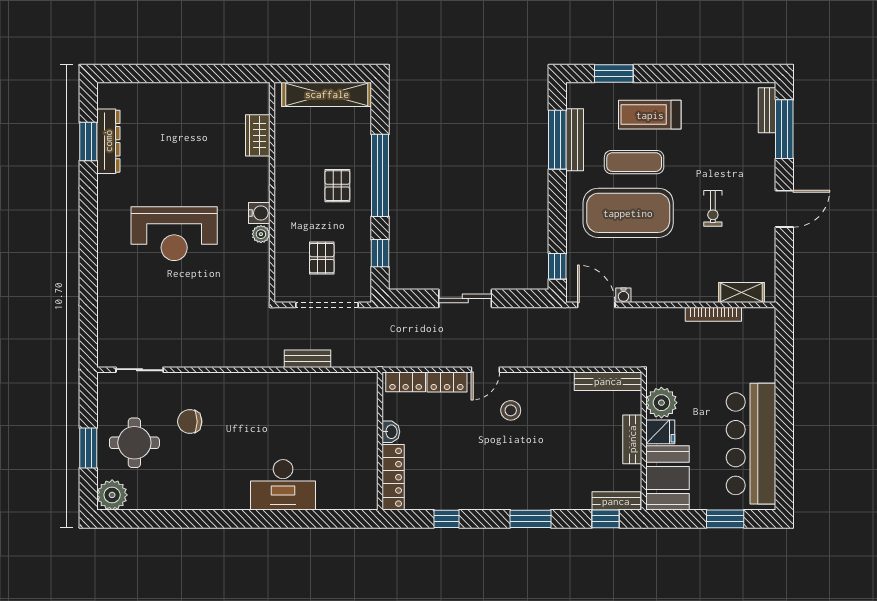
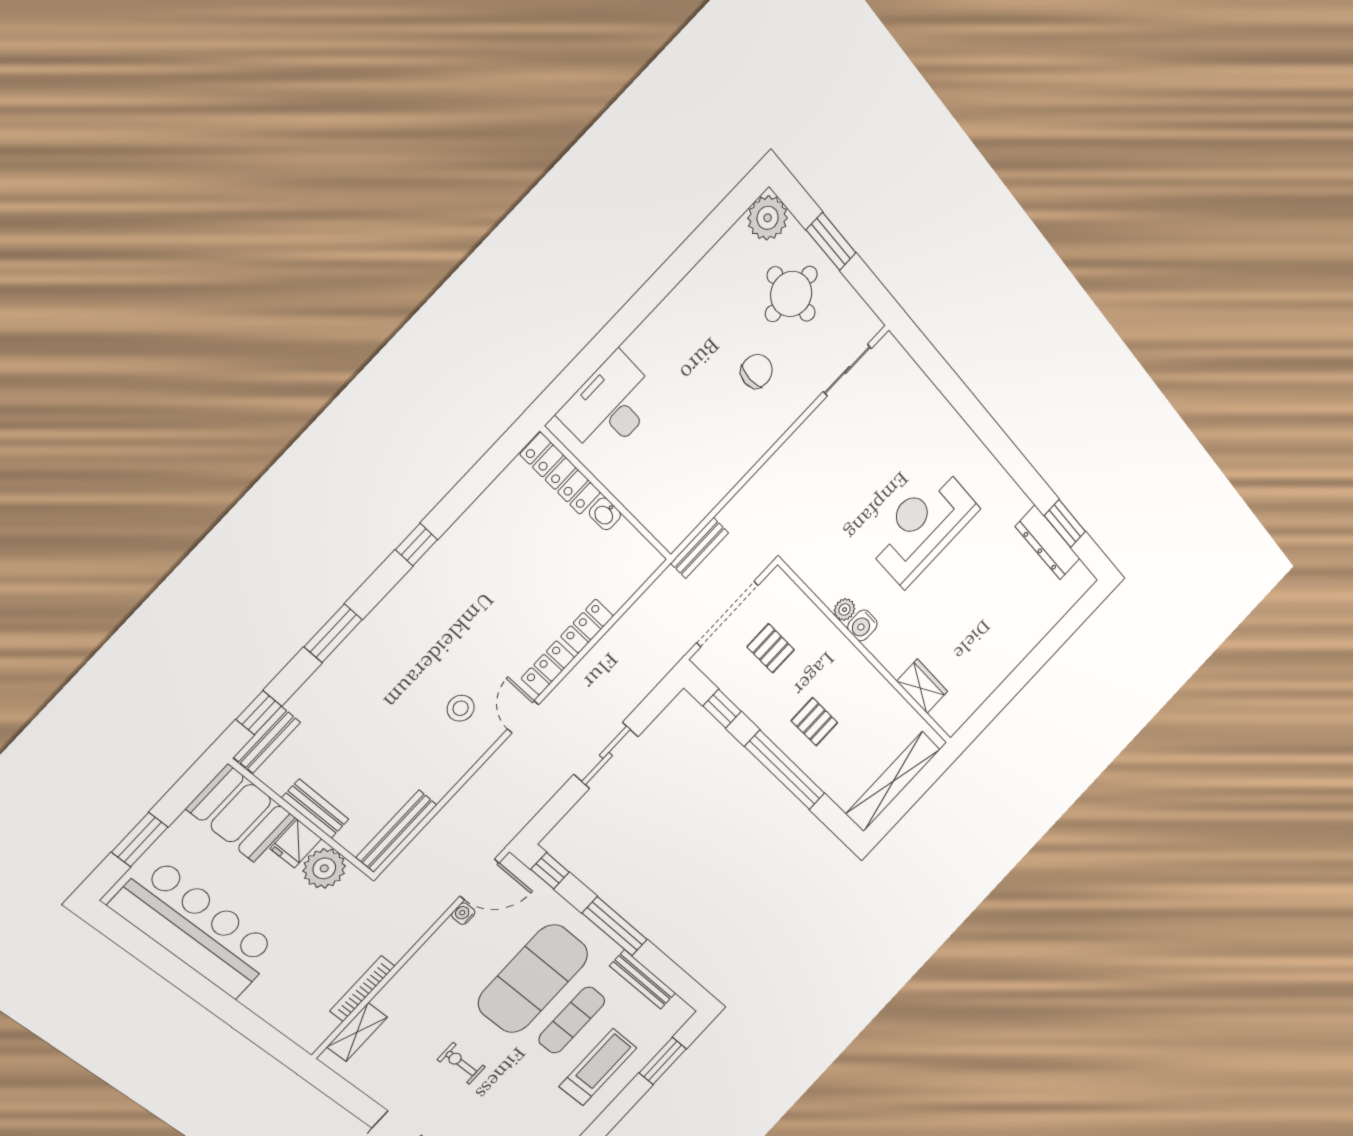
window: (557, 140) -> (615, 926), moved
washbasin: (391, 432) -> (605, 514), moved
wall: (380, 441) -> (607, 494), moved
locker: (393, 477) -> (560, 474), moved

